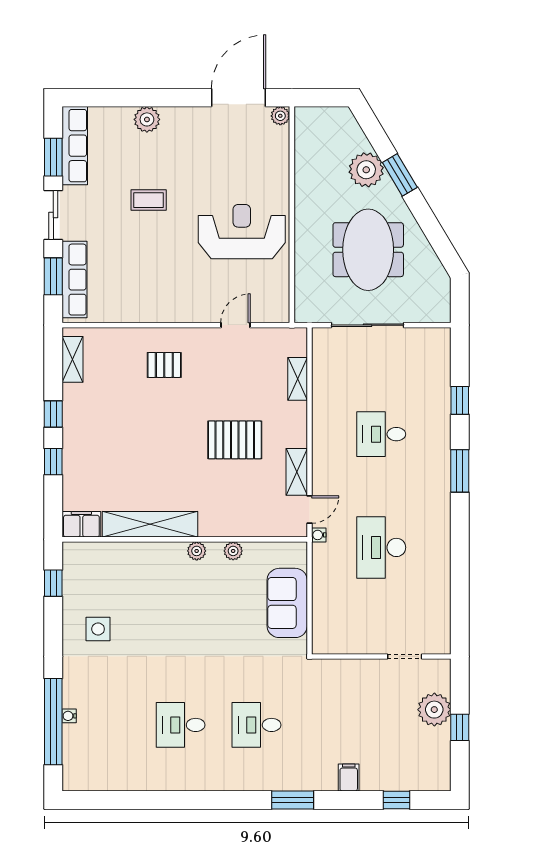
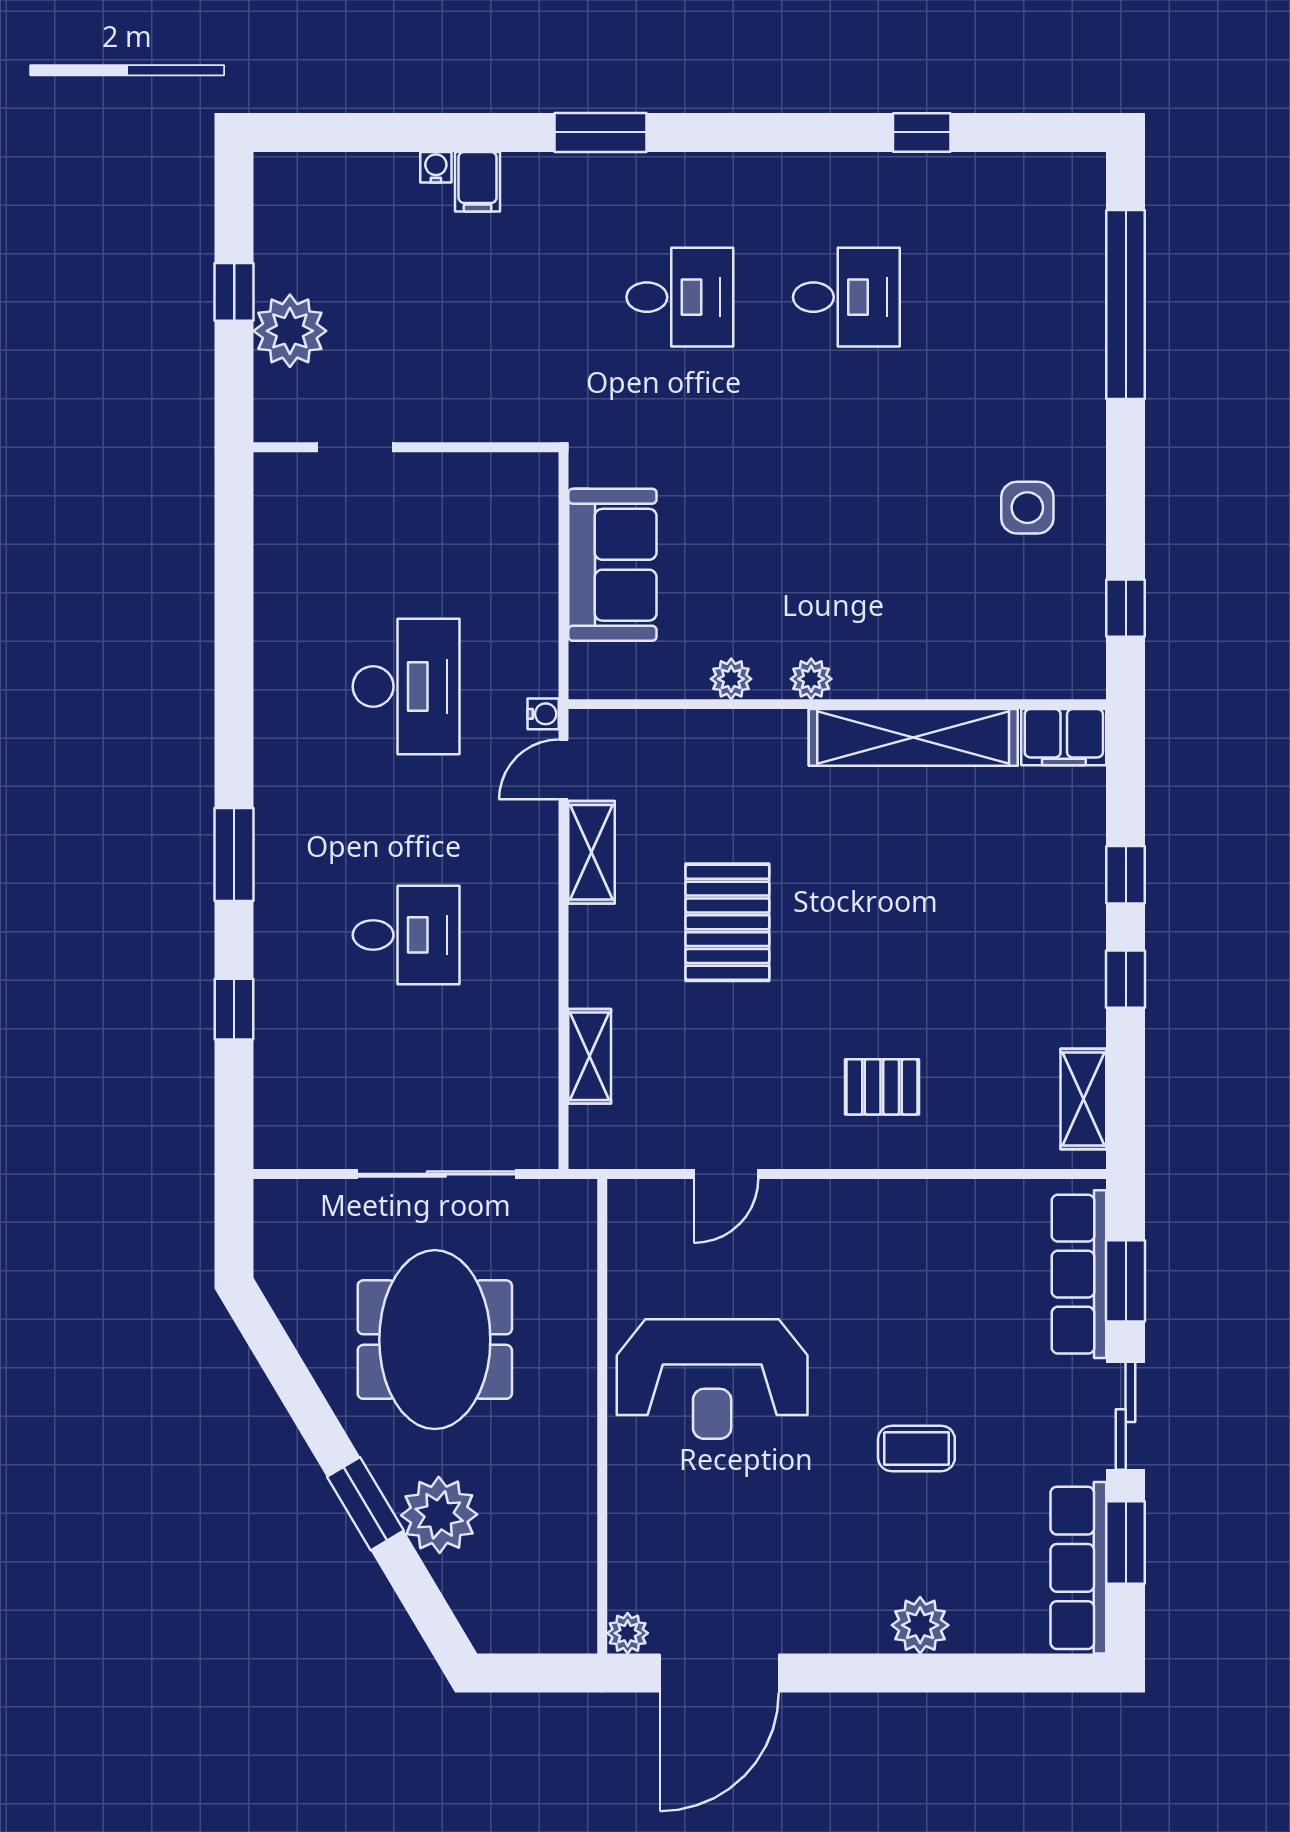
pallet: (235, 440) -> (727, 922), turned 90
water cooler: (69, 716) -> (436, 167), moved, turned -90
window: (397, 800) -> (922, 132), moved

